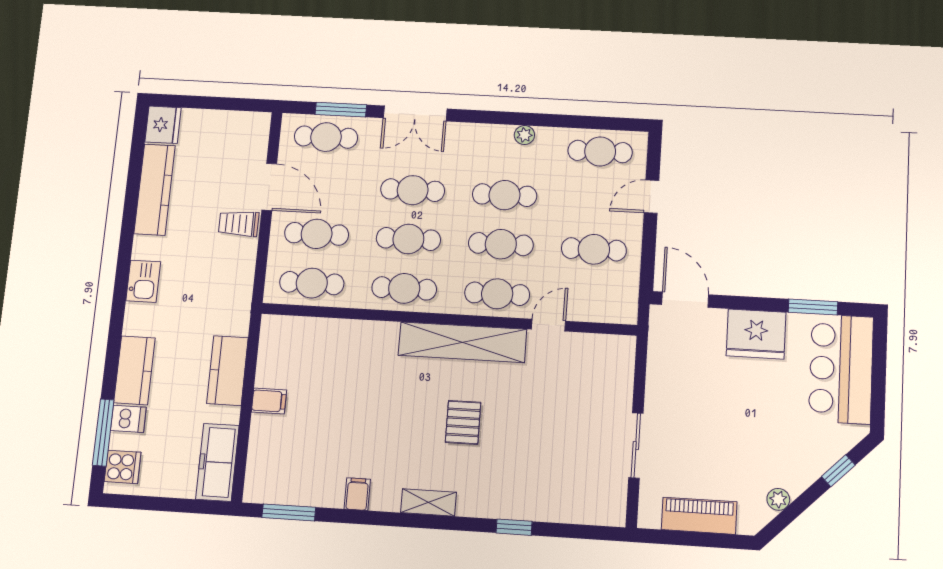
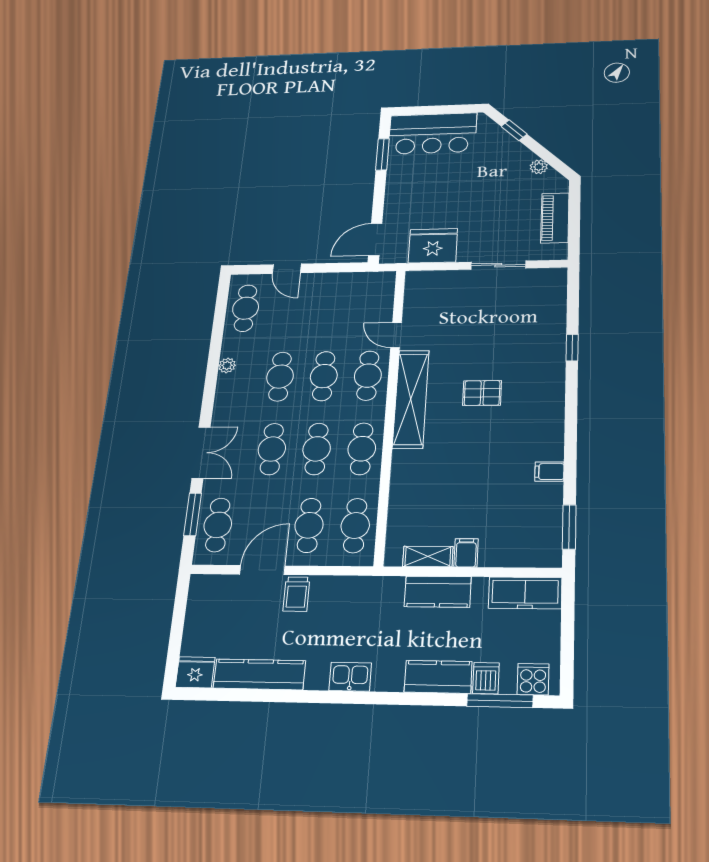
cafe table: (594, 249) -> (331, 307), removed
fridge: (756, 334) -> (433, 246), moved, turned -90
shelving: (428, 502) -> (428, 556), moved, turned 90

